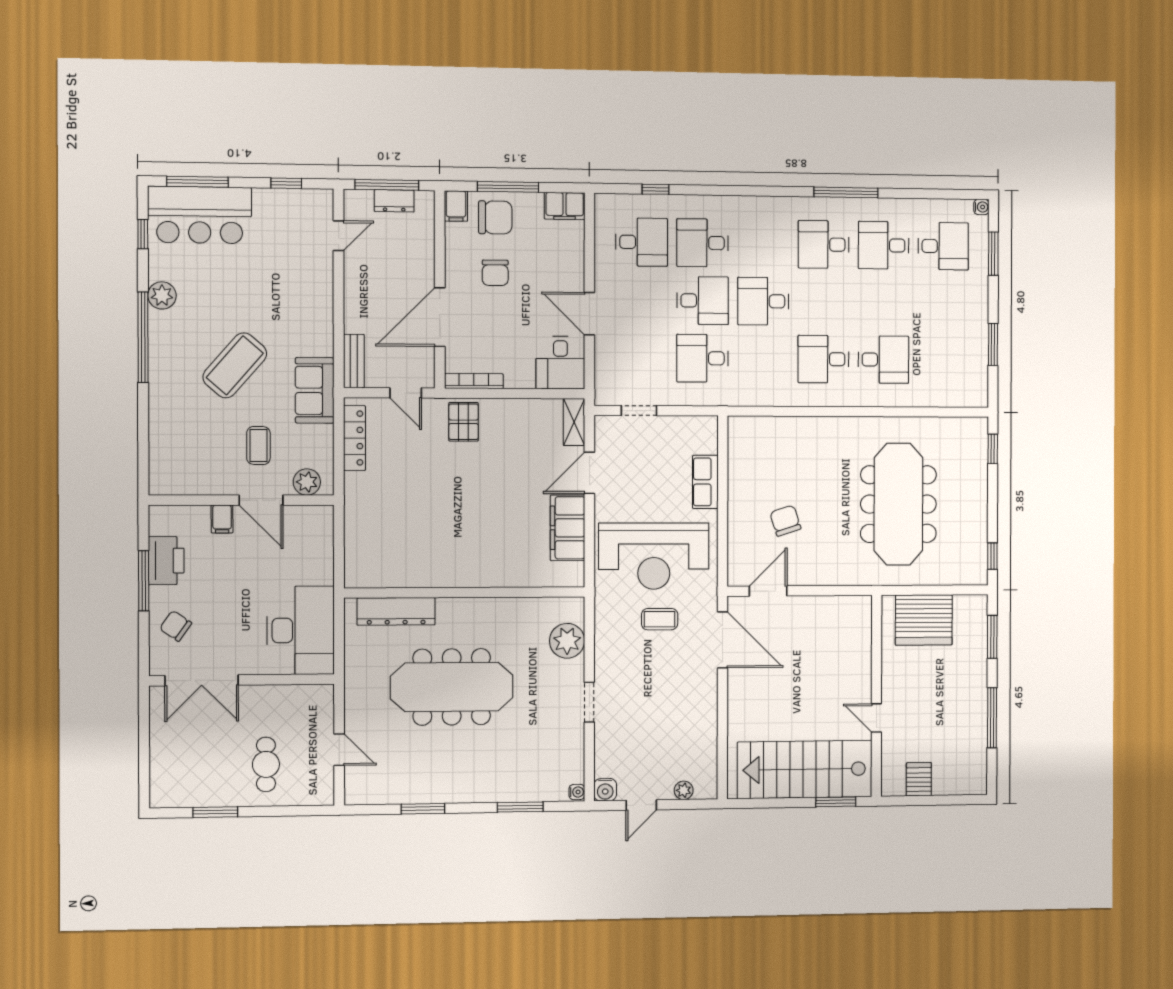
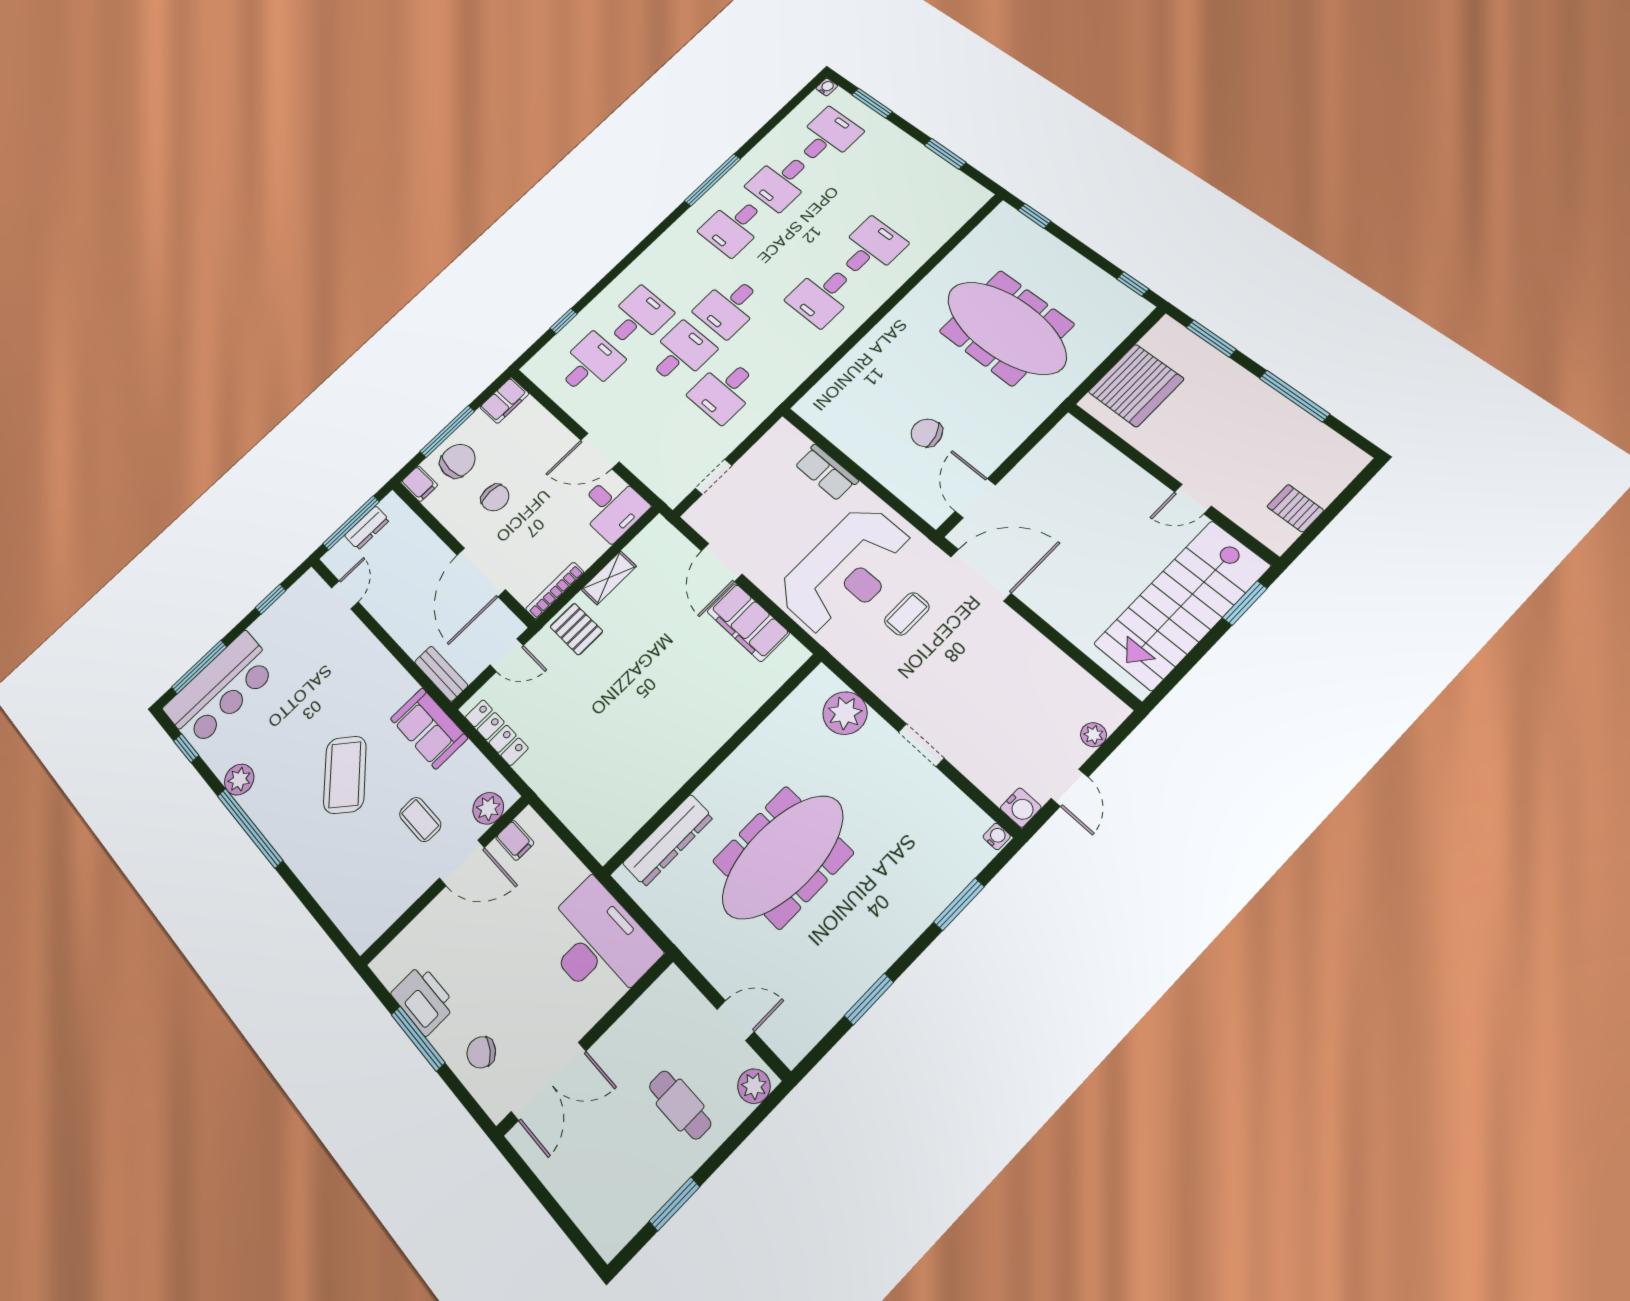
desk: (703, 243) -> (638, 318), turned 180
shelving: (574, 422) -> (609, 578), moved, turned 90
filing cabinet: (222, 519) -> (515, 840), moved
plant: (316, 793) -> (754, 1086), added

